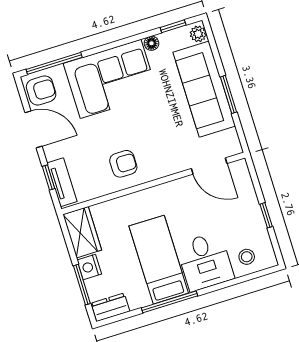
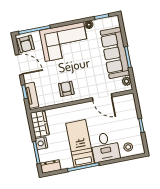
plant: (198, 34) -> (126, 81), moved
armchair: (41, 90) -> (26, 44), turned 86
armchair: (123, 164) -> (66, 89), turned -90
door: (209, 166) -> (102, 97), moved

